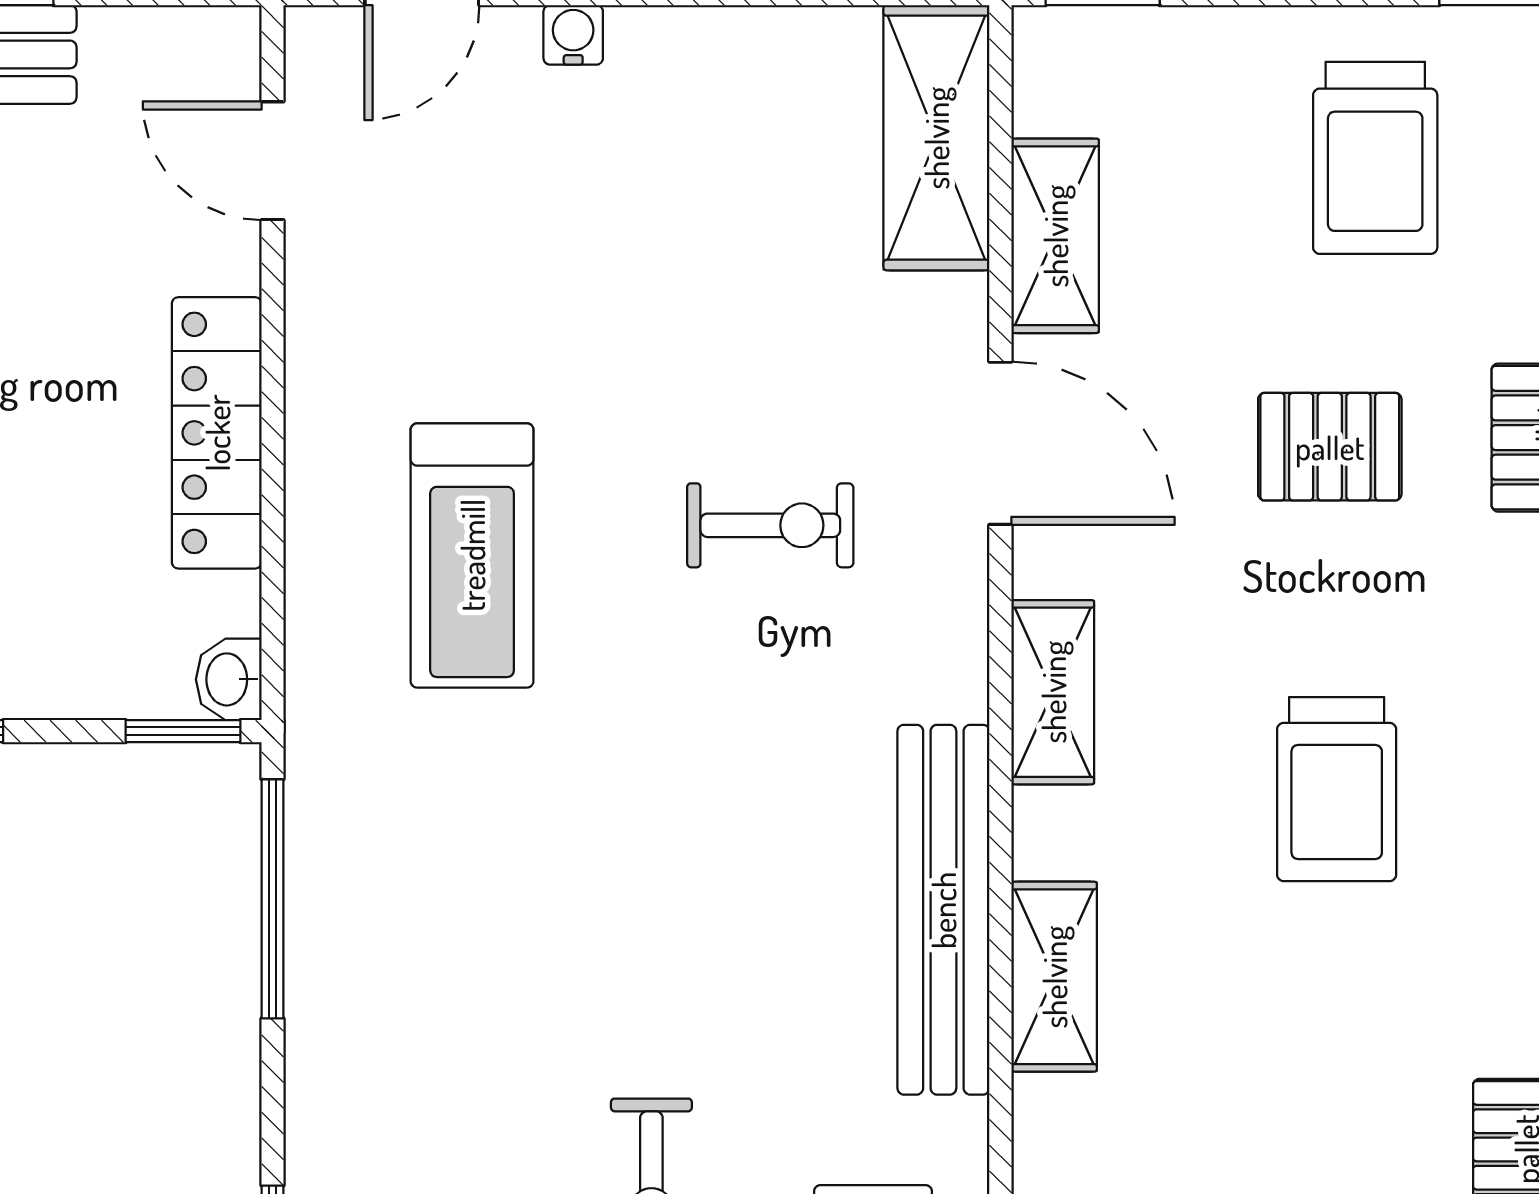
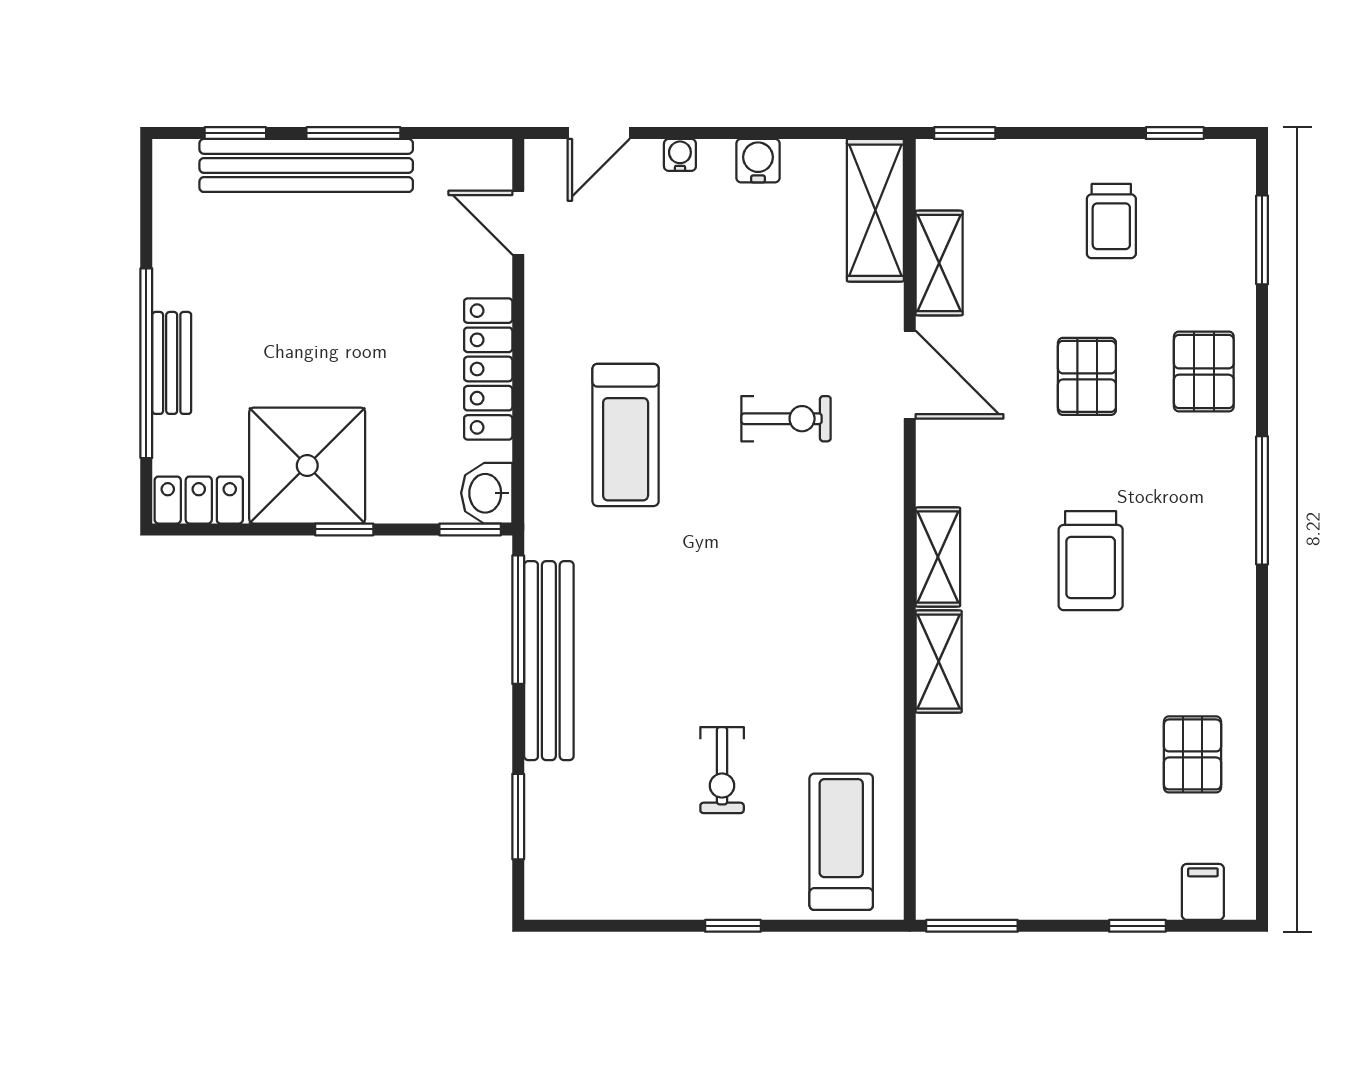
water cooler: (718, 46) -> (758, 161), added
trolley: (1375, 158) -> (1111, 221), width x0.73, depth x0.72
pallet: (1330, 447) -> (1087, 376), turned 90
washbasin: (229, 679) -> (487, 493), width x1.38, depth x1.45
shelving: (1053, 692) -> (938, 557), moved
bench: (943, 910) -> (549, 661), moved

